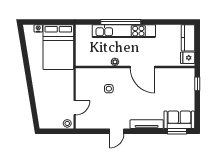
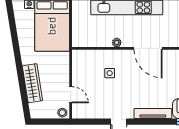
wardrobe: (41, 98) -> (32, 83), added
door: (75, 108) -> (71, 95), hinge flipped

